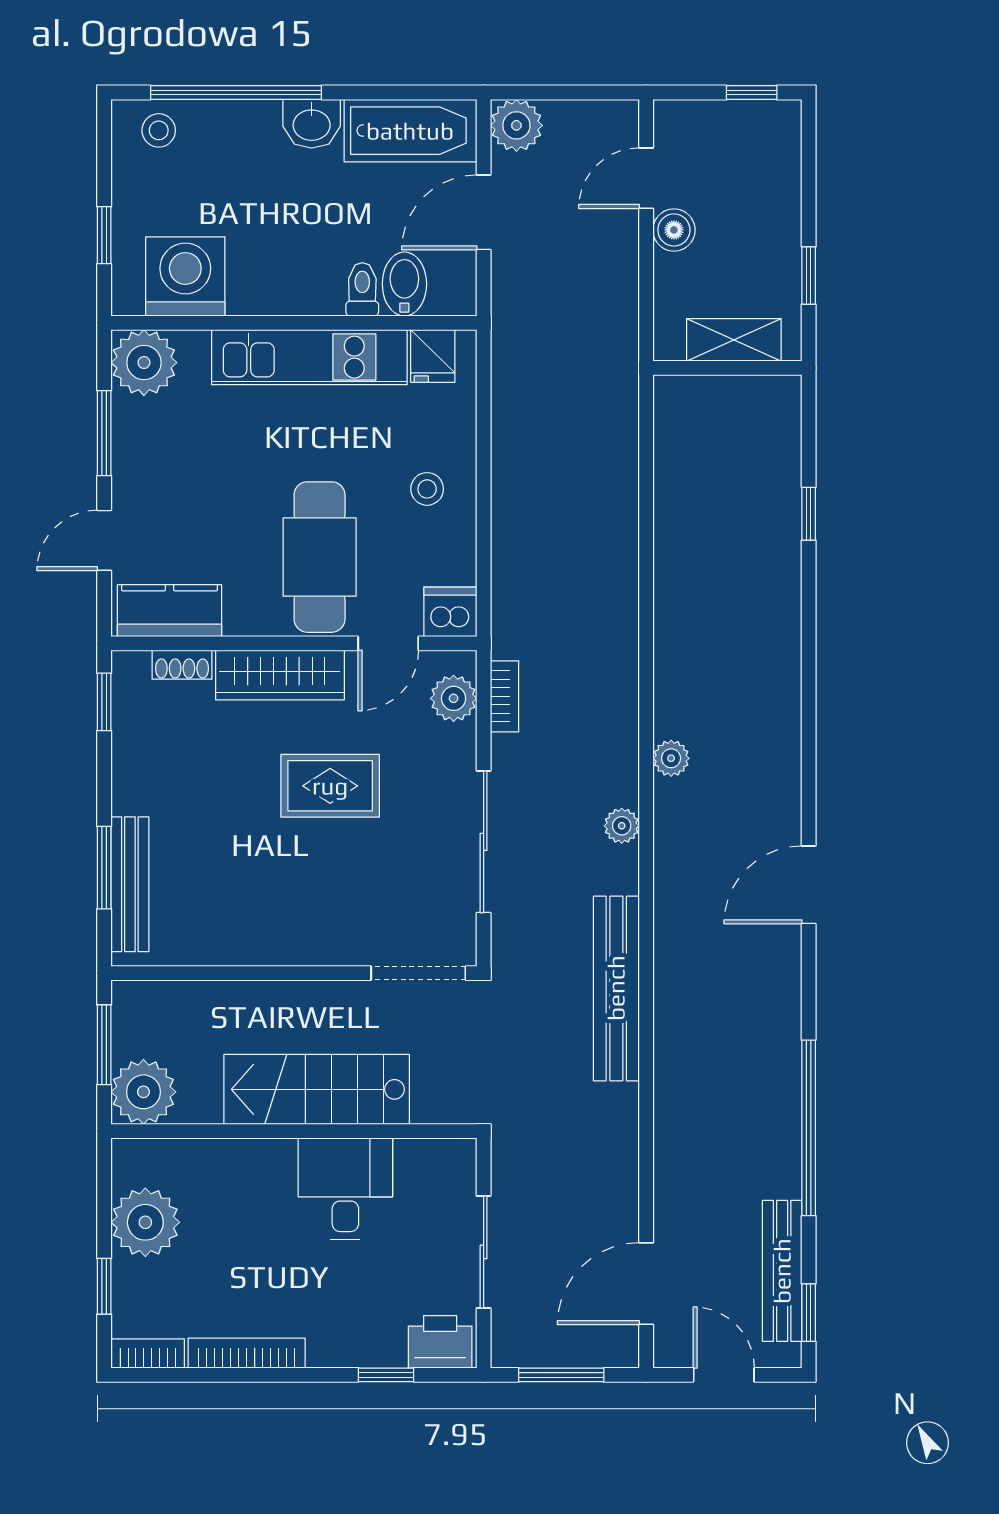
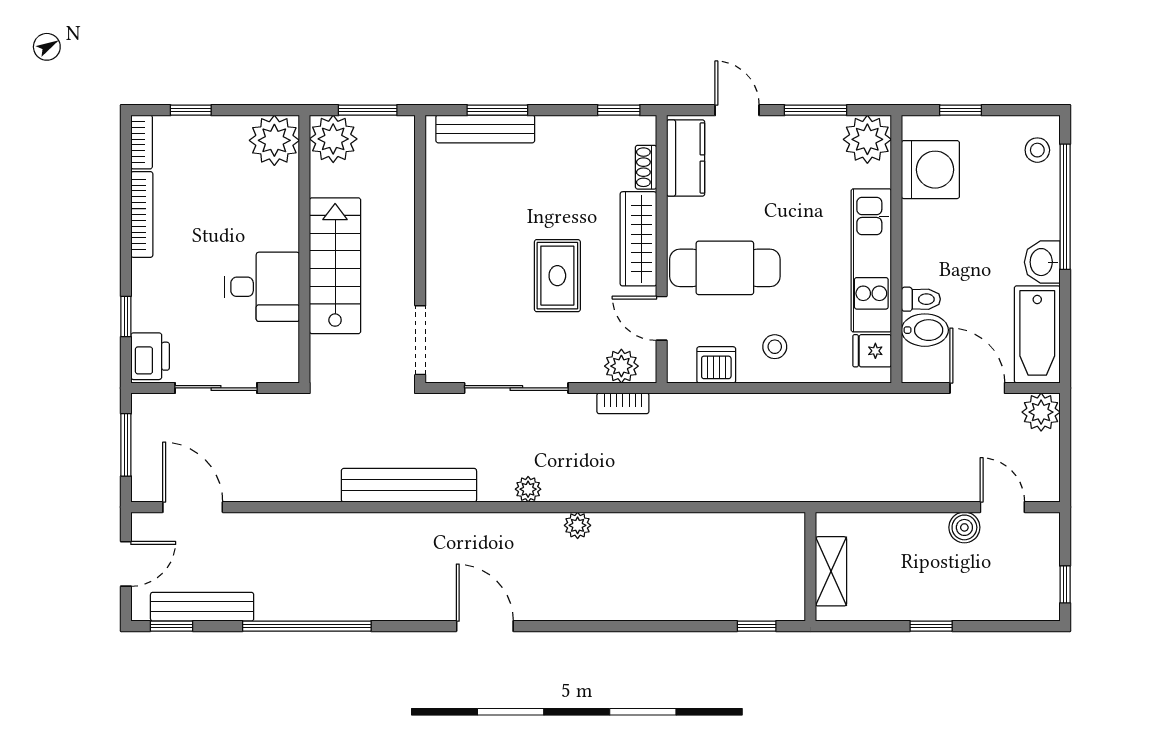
shelving: (734, 340) -> (831, 571), moved
wall: (727, 368) -> (810, 567), moved
dishwasher: (450, 612) -> (716, 365), moved, turned -90
plant: (145, 1222) -> (274, 140), moved

